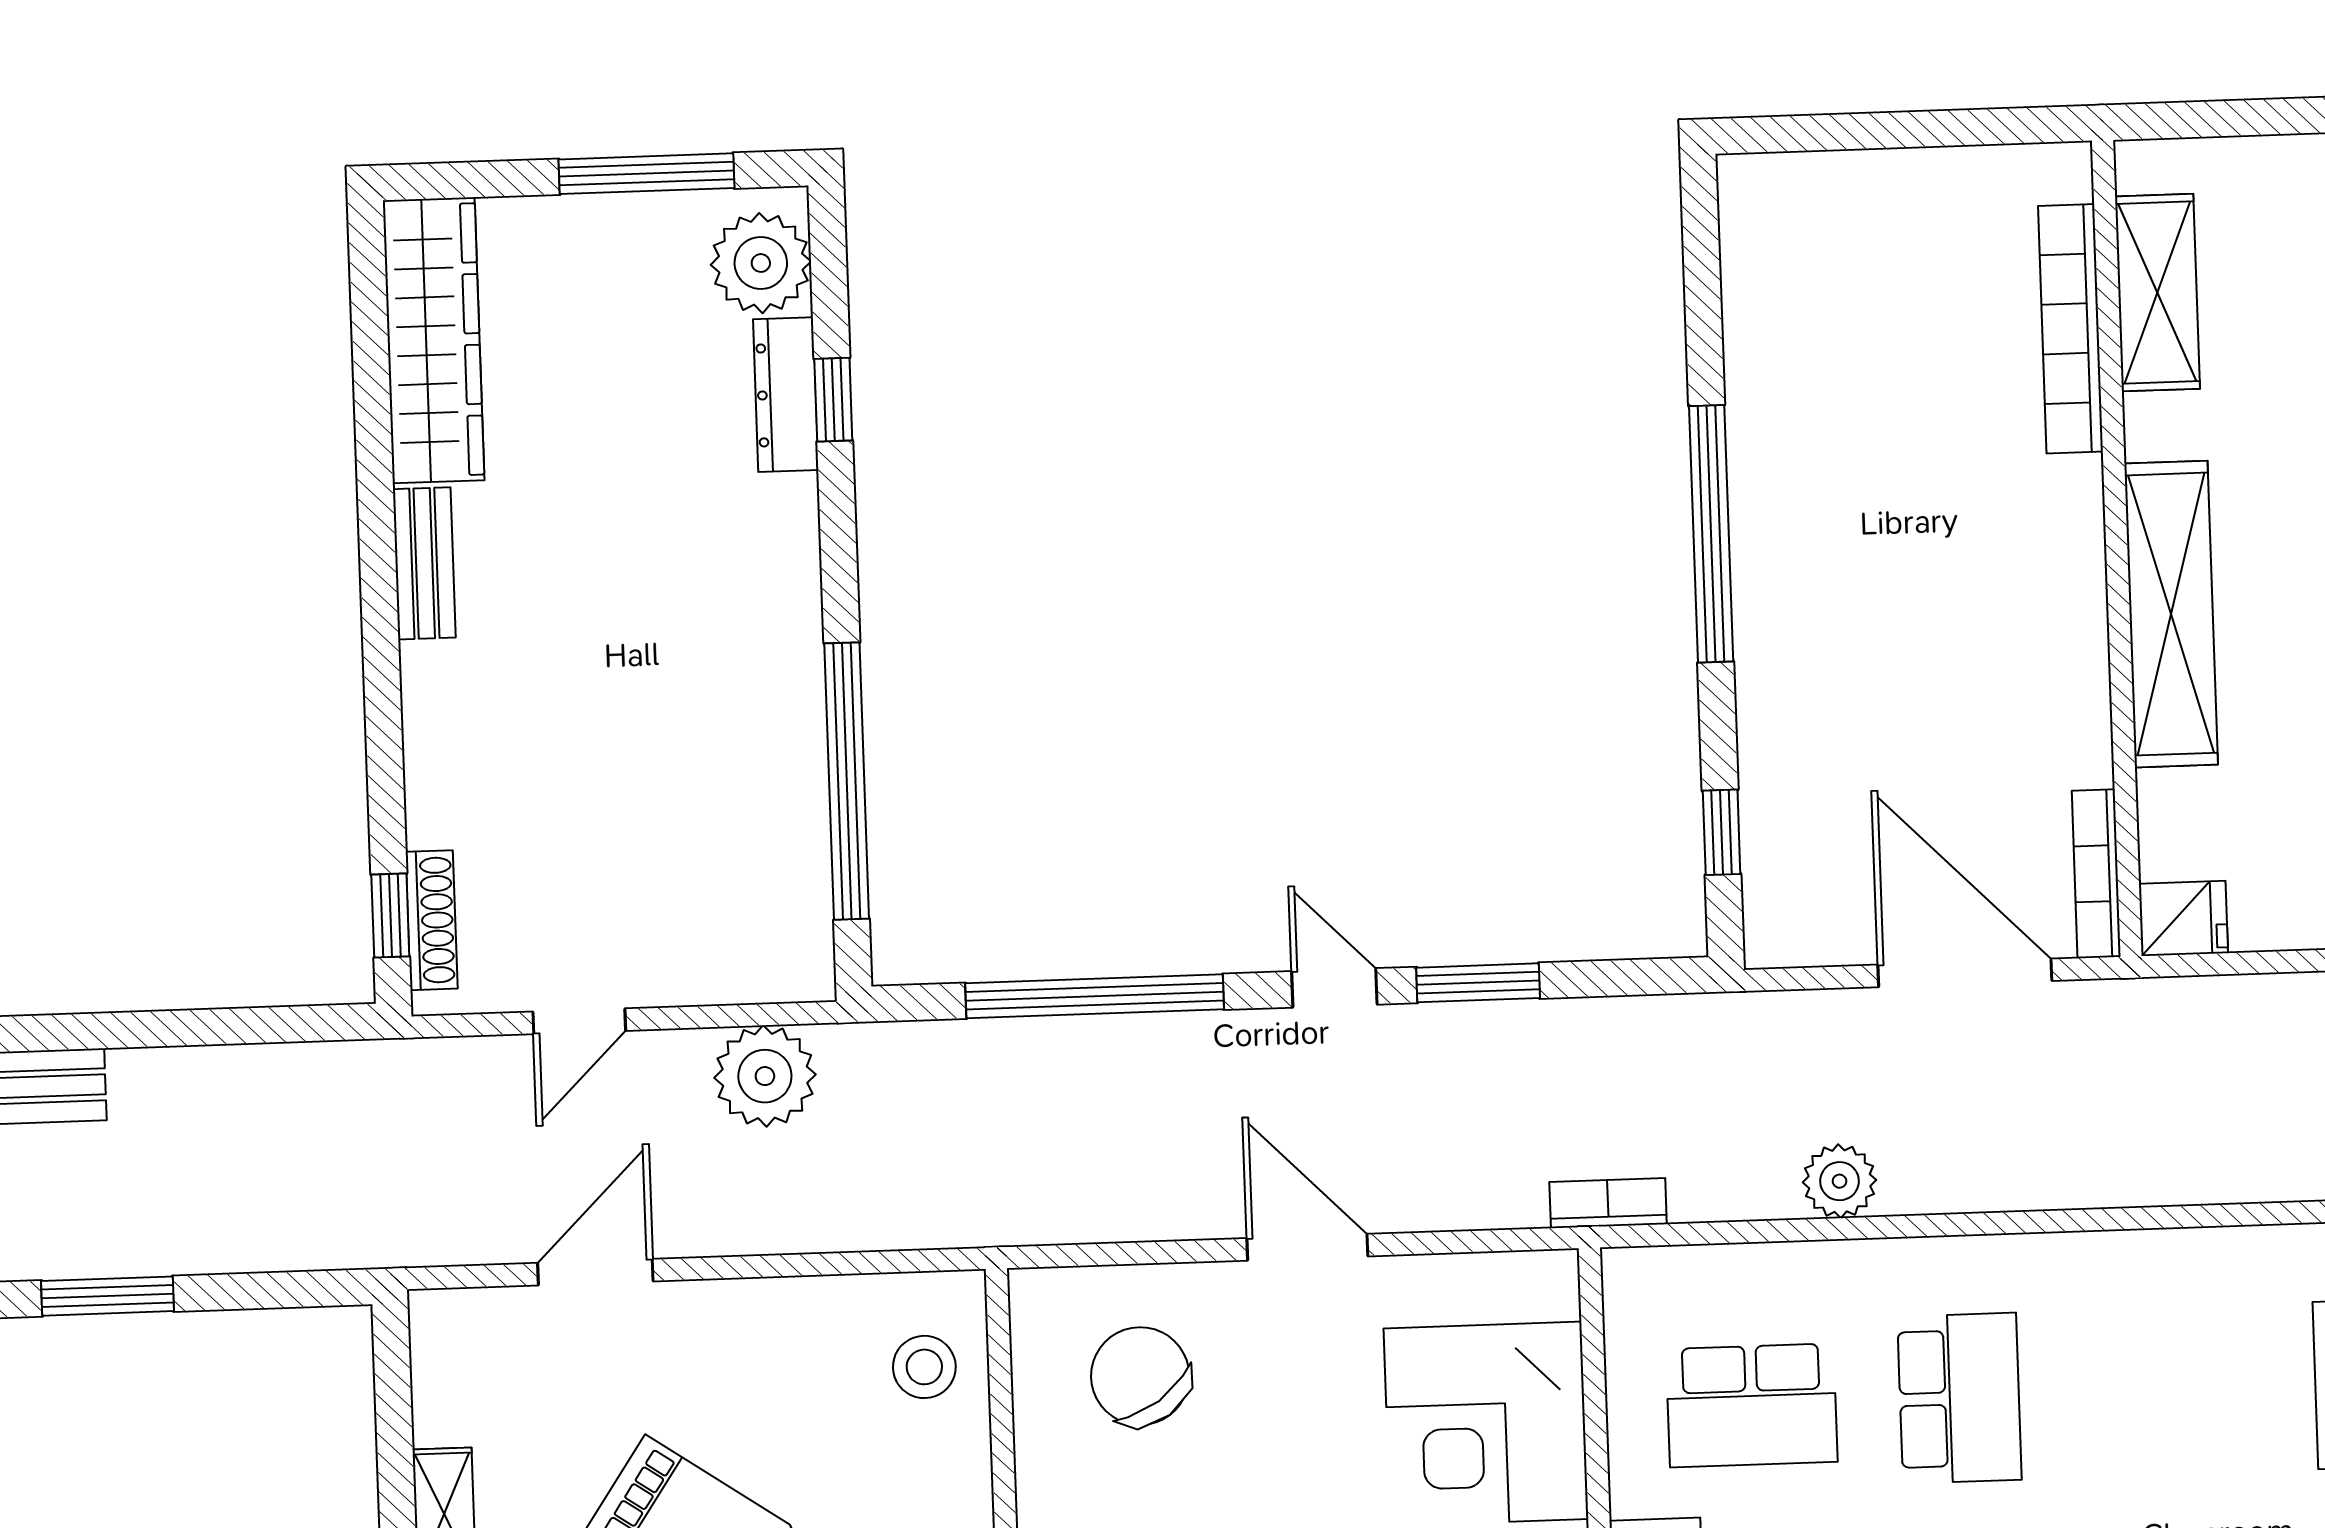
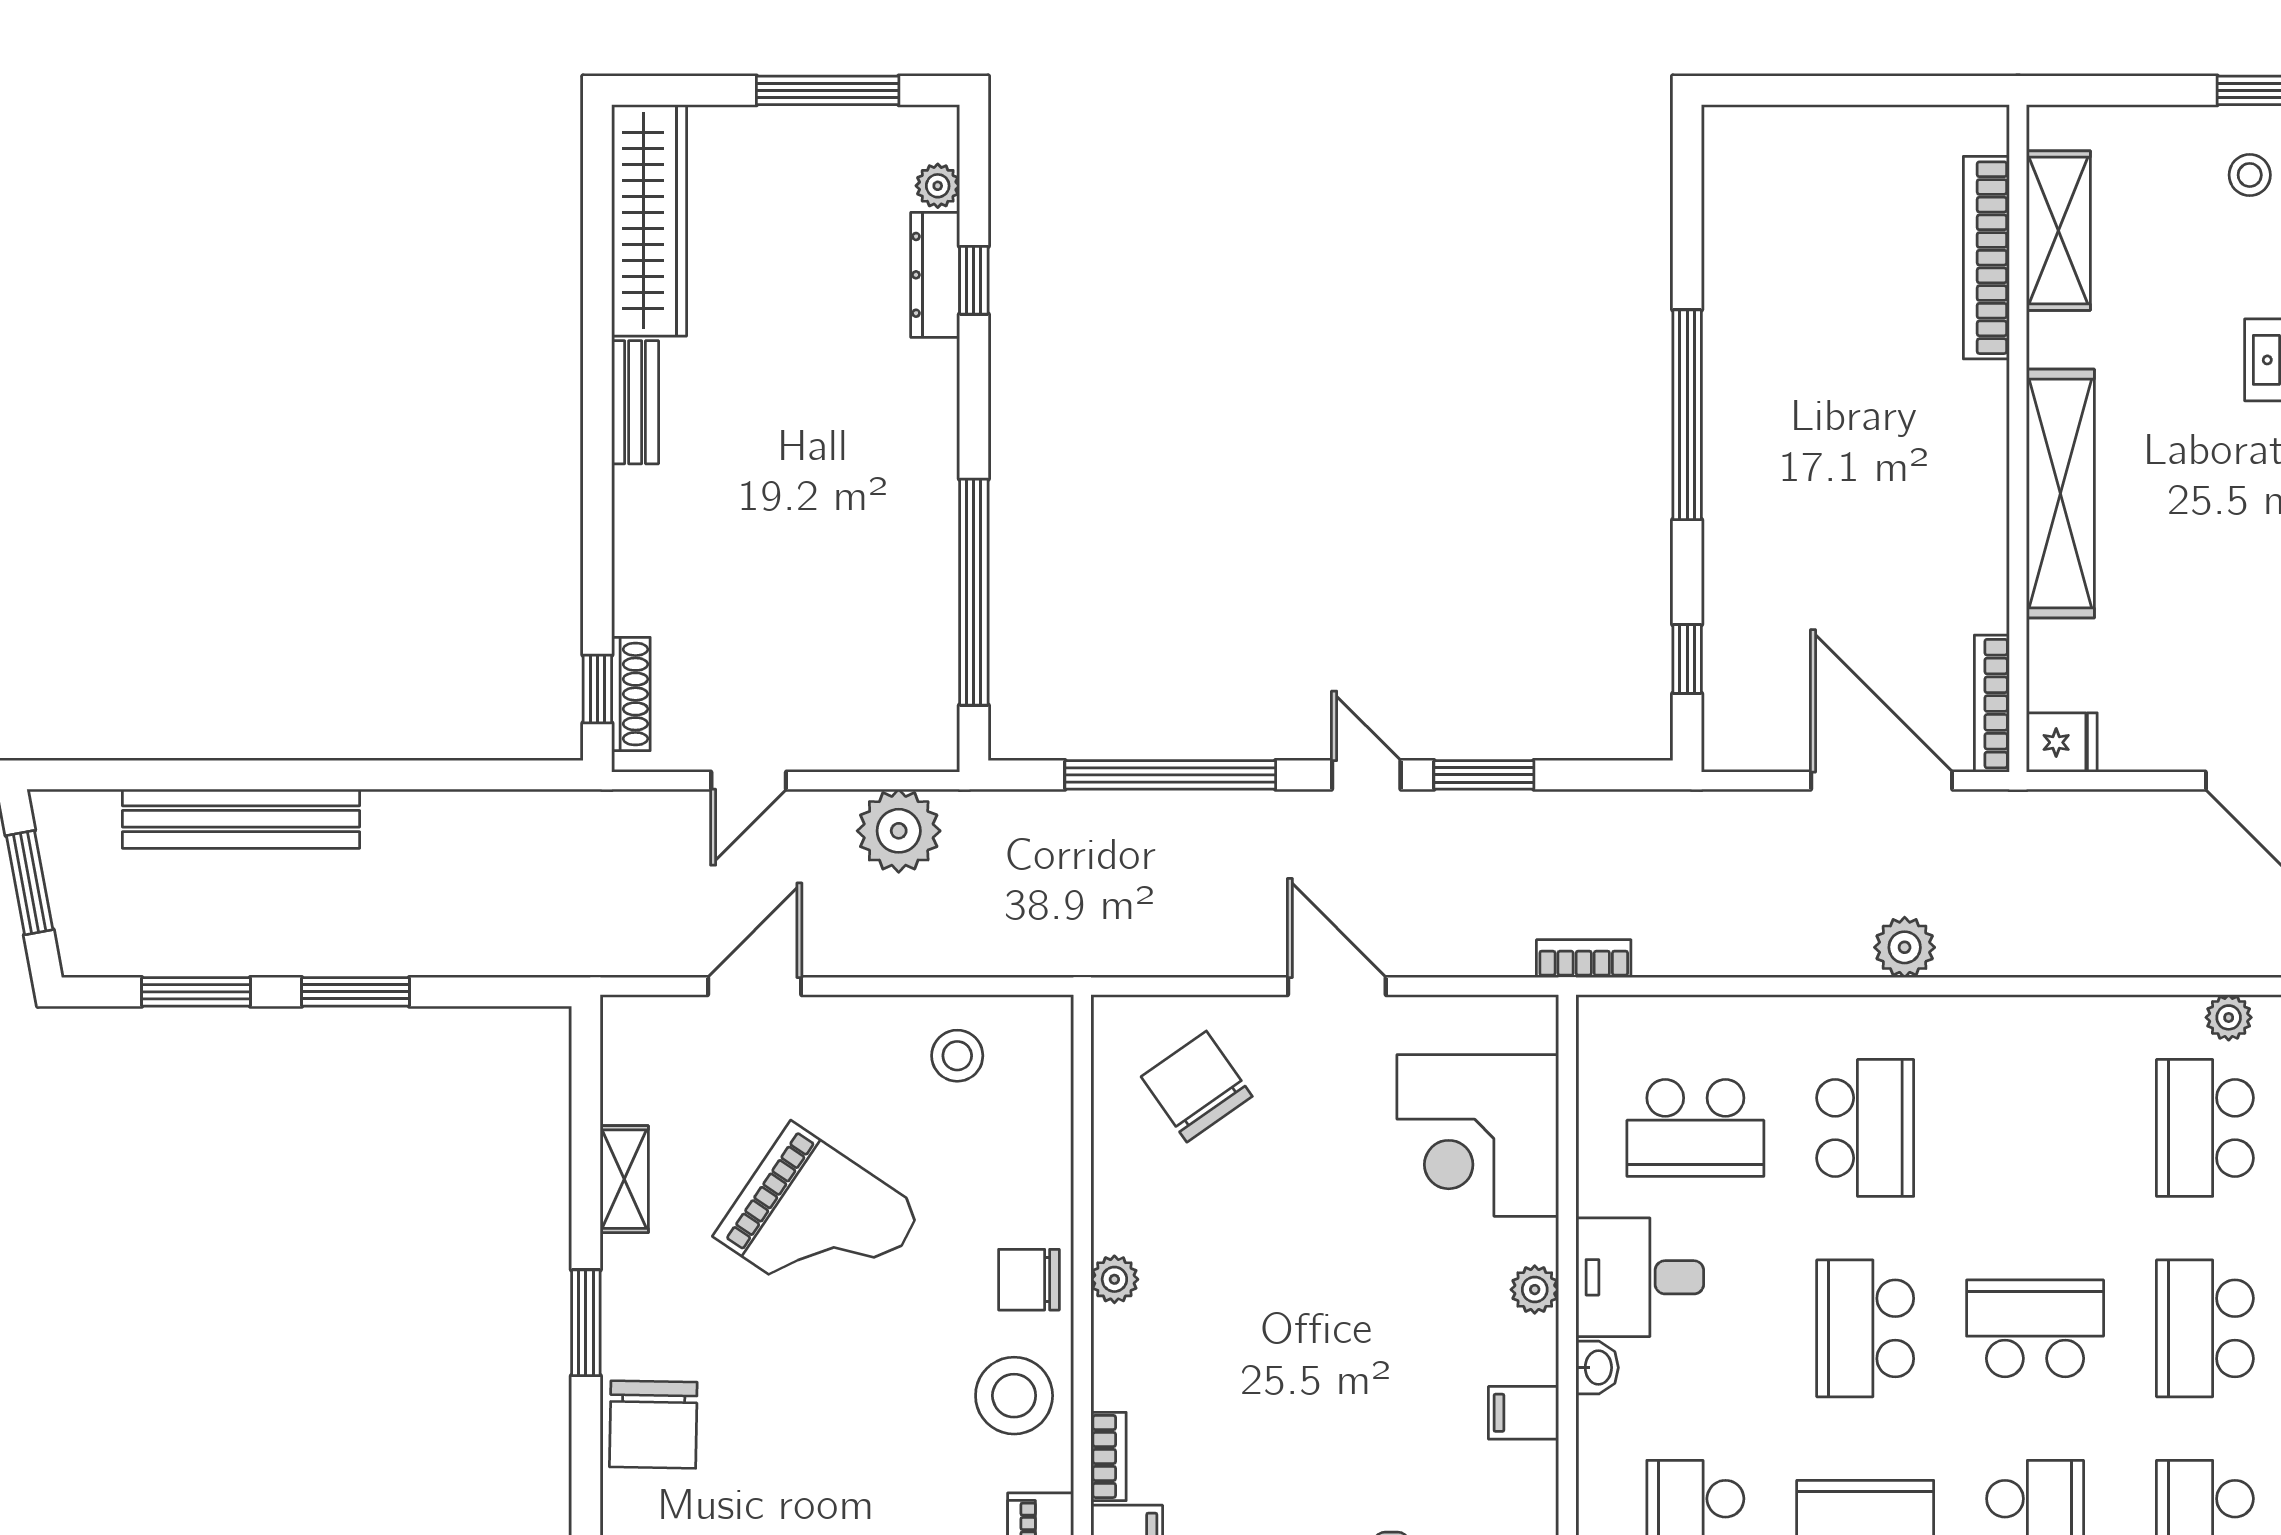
plant: (761, 263) -> (938, 186), width x0.53, depth x0.53
plant: (1840, 1181) -> (1905, 947), moved
stool: (924, 1367) -> (957, 1056), moved

